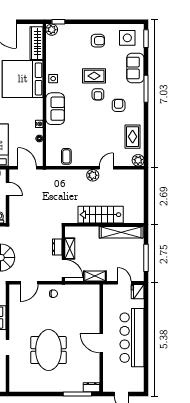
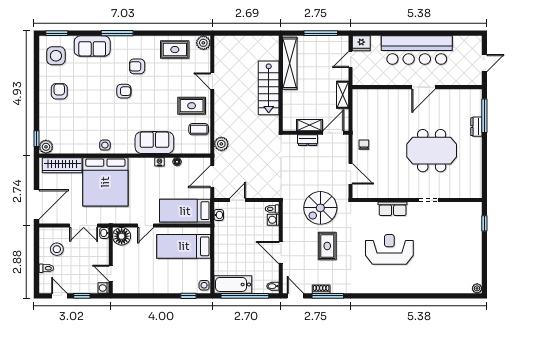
rug: (94, 76) -> (192, 106), moved, turned 90
sofa: (55, 109) -> (154, 143), moved
plant: (93, 175) -> (221, 144), moved
dresser: (92, 387) -> (476, 127), moved

